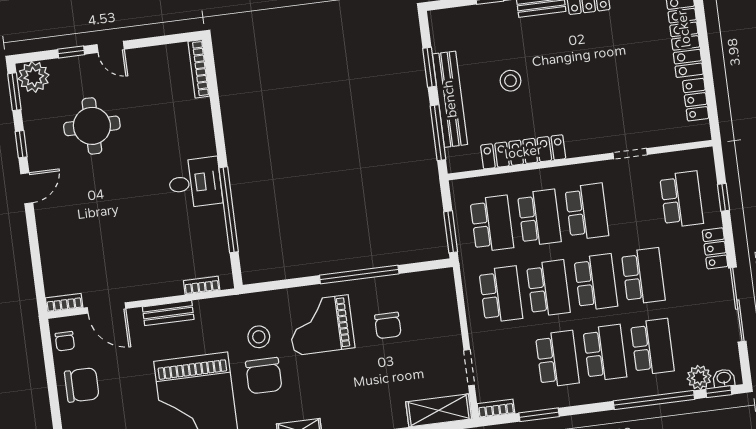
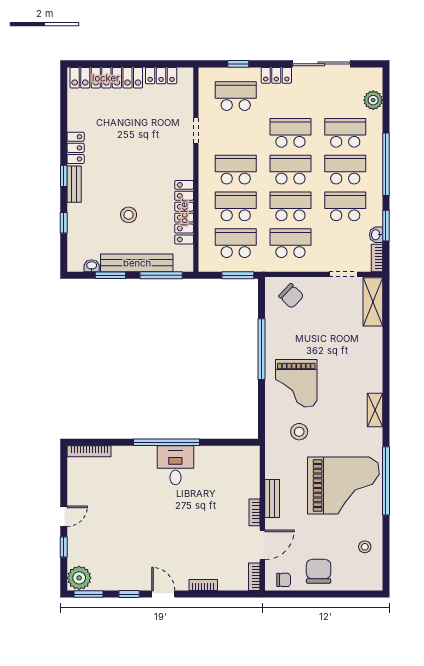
washbasin: (439, 42) -> (92, 266), added
round table: (92, 126) -> (122, 538), removed
window: (229, 210) -> (167, 442), moved
bookcase: (45, 238) -> (203, 585), added
bookcase: (202, 285) -> (254, 512), moved
chair: (388, 325) -> (291, 296), moved, turned 44
chair: (264, 376) -> (329, 432), removed
washbasin: (724, 378) -> (376, 235), moved
window: (719, 392) -> (386, 87), removed
window: (654, 400) -> (386, 164), moved

